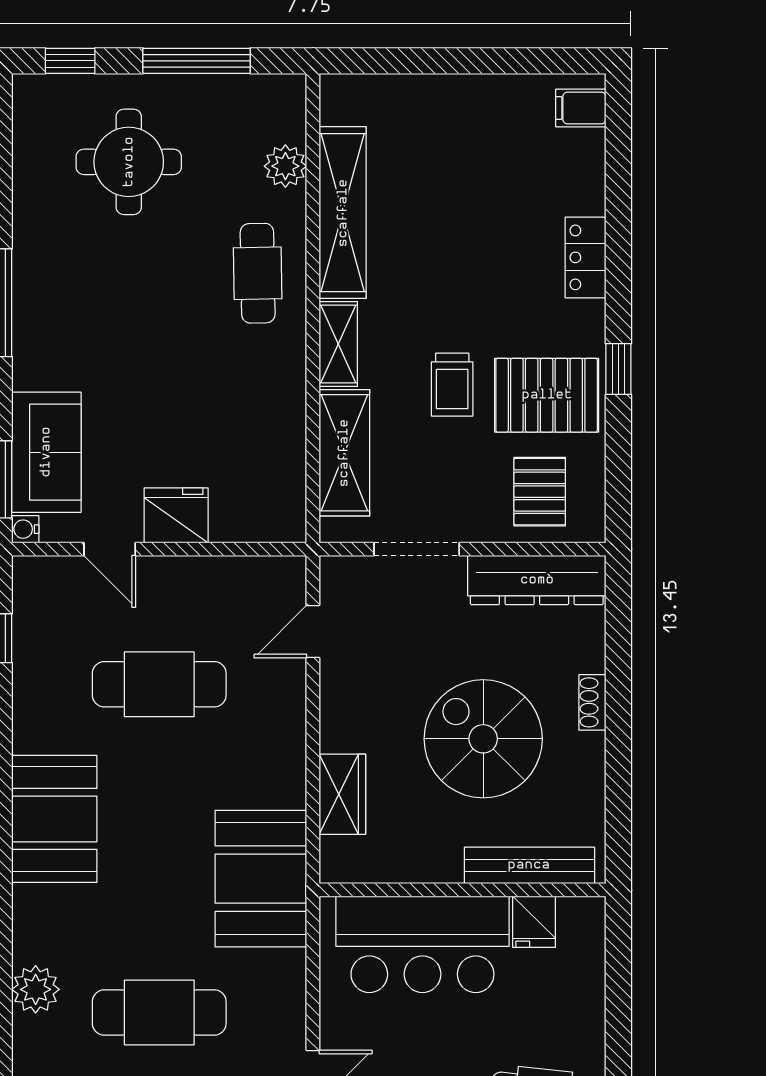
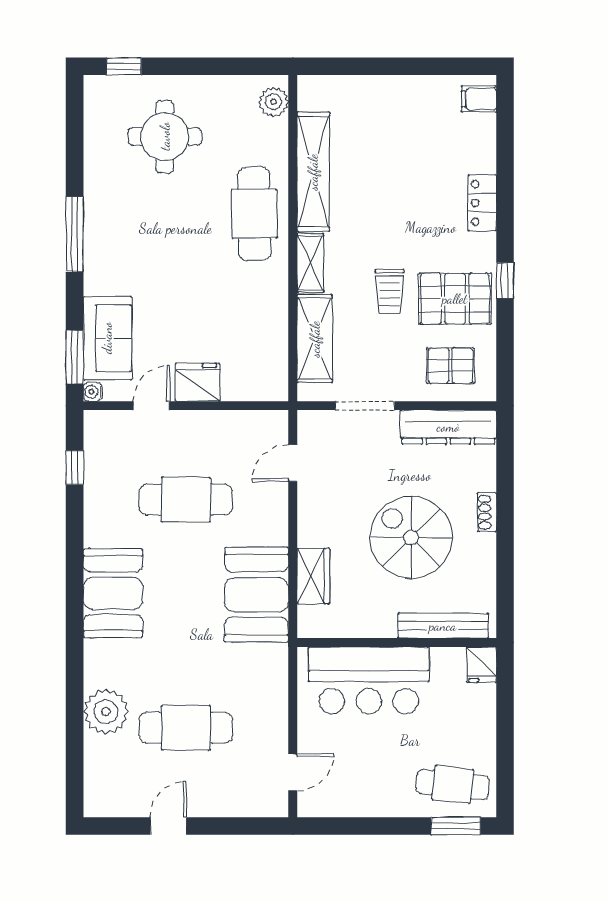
window: (196, 61) -> (212, 66), removed
plant: (285, 166) -> (274, 102), moved
cafe table: (258, 273) -> (254, 214), width x1.37, depth x1.35
pallet: (540, 492) -> (450, 366), turned 90
door: (110, 549) -> (151, 406), swing flipped
booth: (261, 879) -> (257, 595), moved
fridge: (534, 922) -> (481, 665), moved
plant: (36, 989) -> (106, 712), width x1.36, depth x1.36

